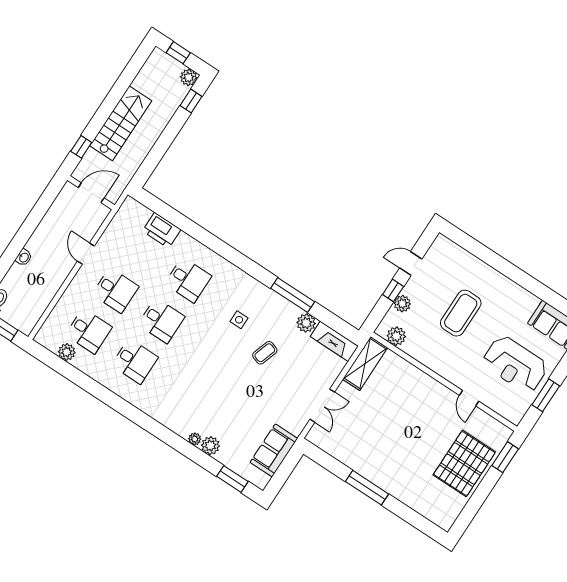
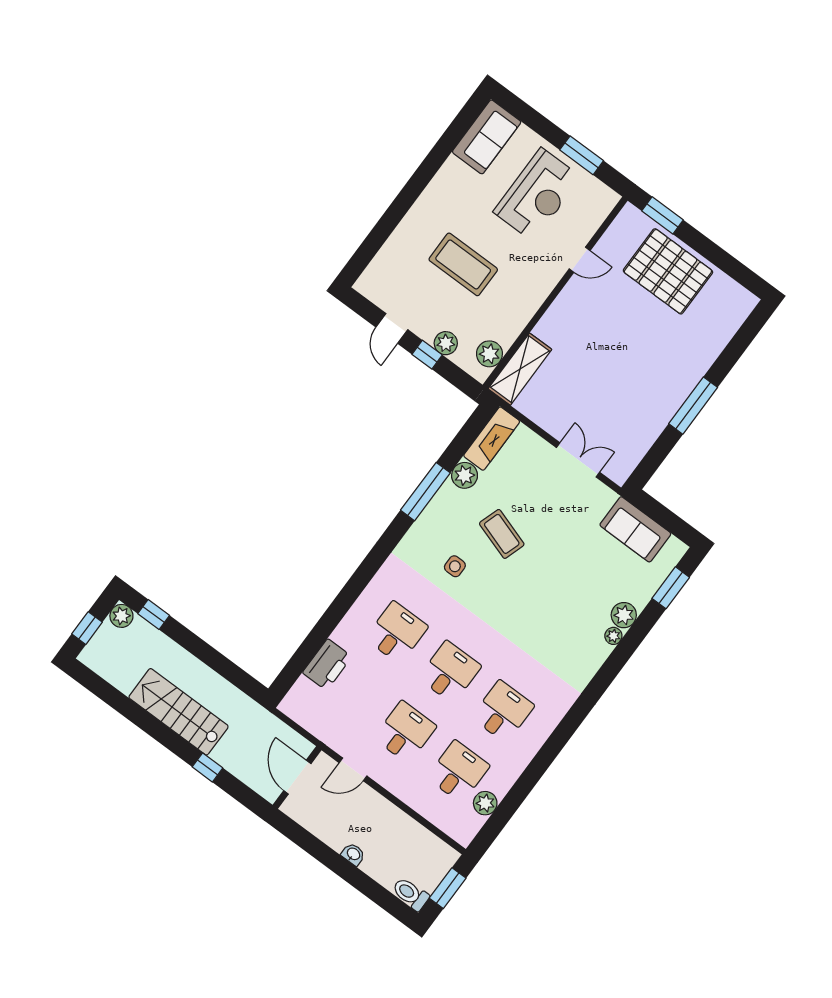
door: (91, 193) -> (297, 777), moved
wall: (91, 193) -> (297, 777), moved
coffee table: (265, 353) -> (502, 534), width x1.36, depth x1.30
shelving: (365, 364) -> (520, 369), moved, turned 90

